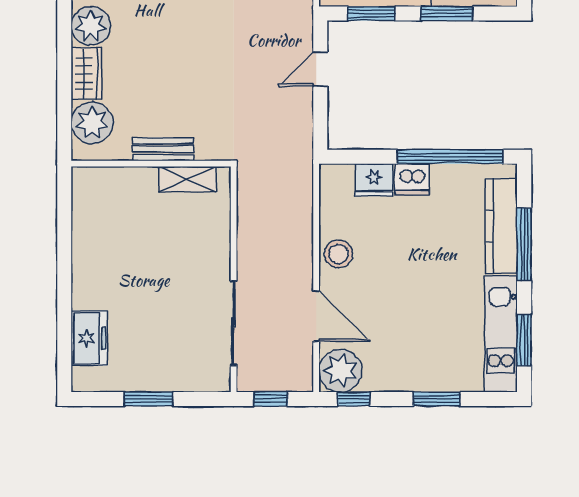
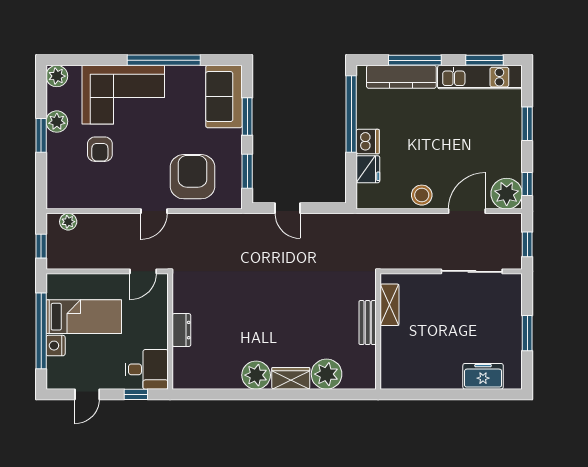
bench: (163, 149) -> (368, 323), moved
wall: (151, 164) -> (378, 331), moved
shelving: (187, 179) -> (390, 305), moved

